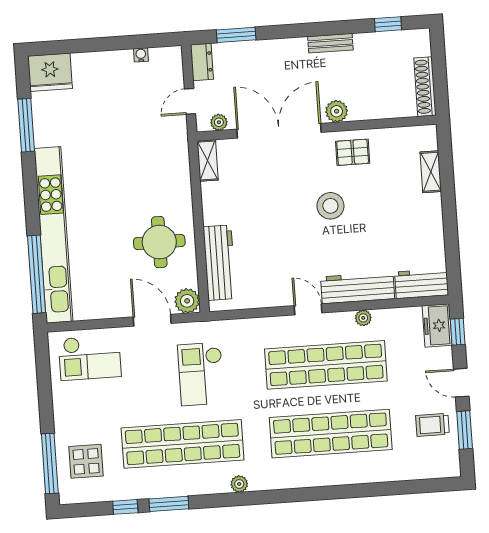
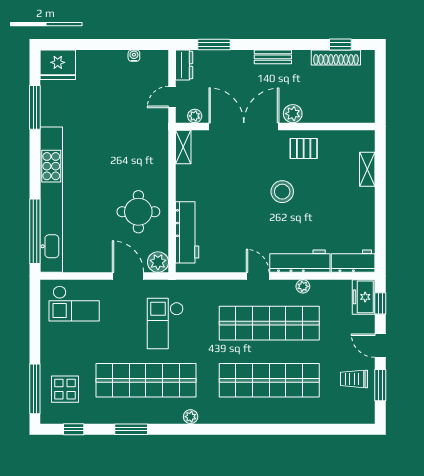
bench: (330, 43) -> (273, 57), moved
shoe rack: (425, 87) -> (336, 57), moved, turned -90
window: (125, 507) -> (74, 429), moved

